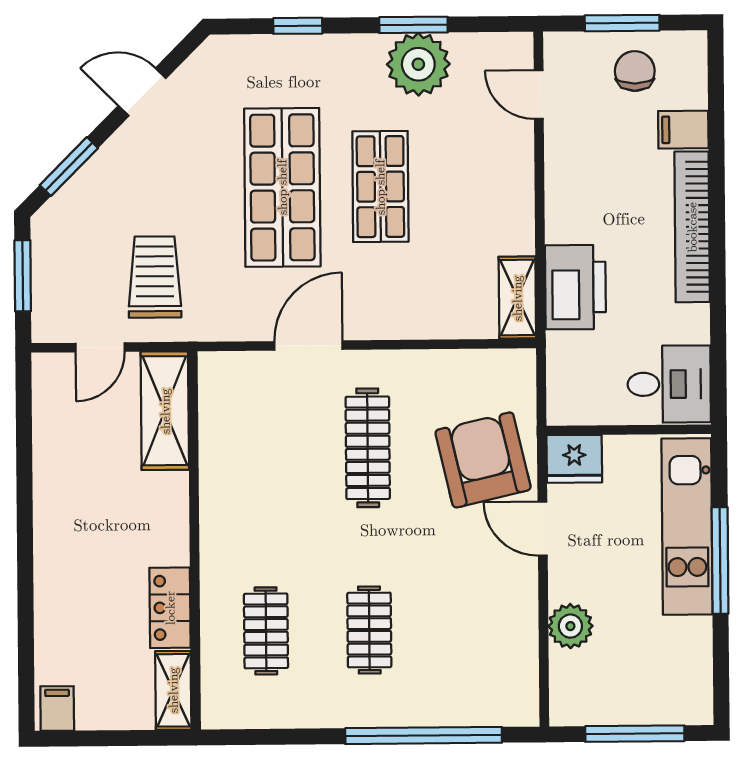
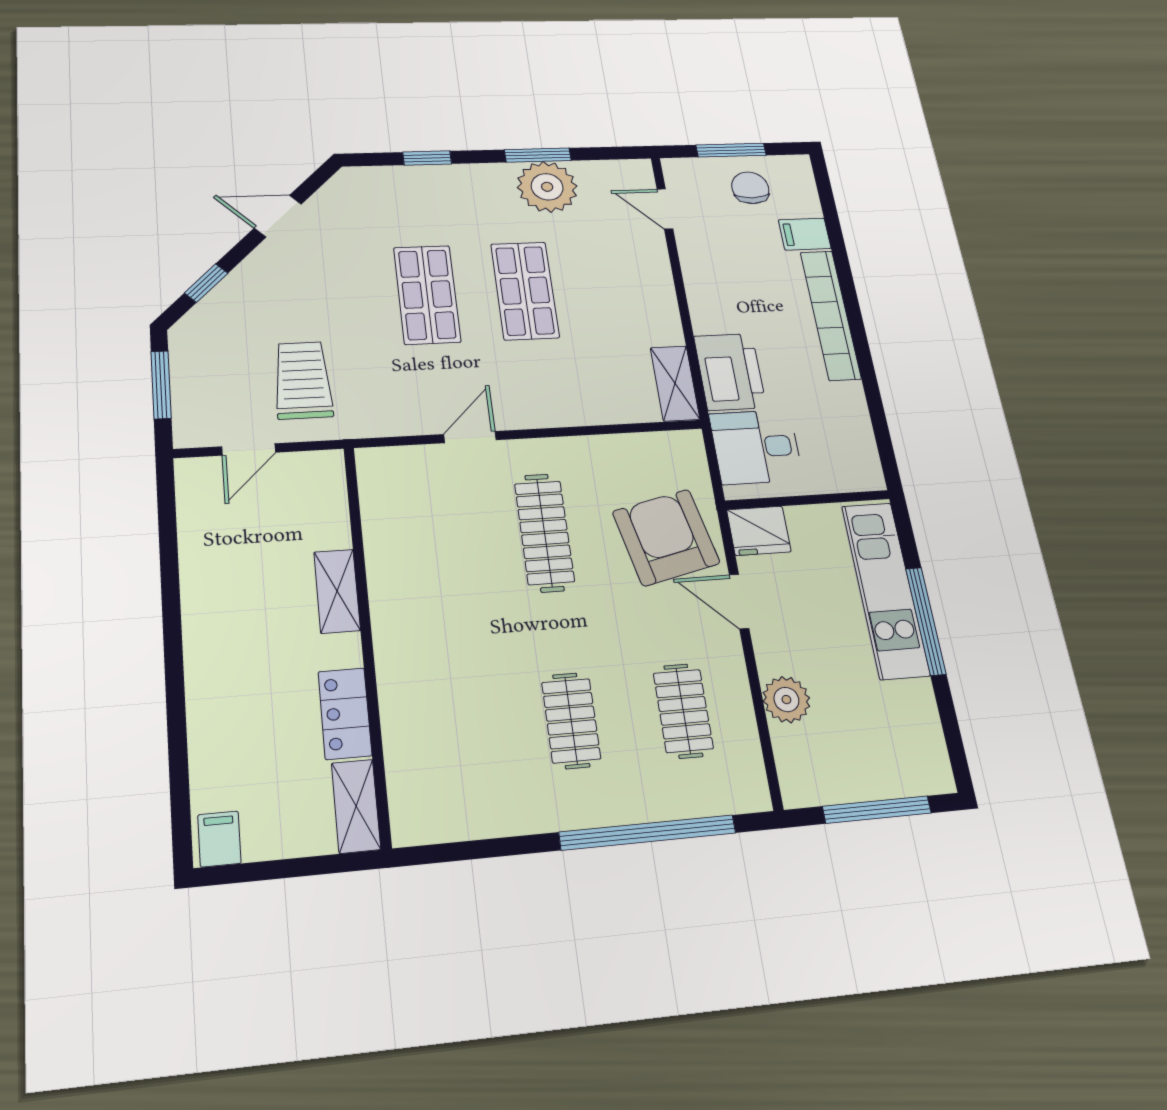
window: (69, 167) -> (206, 283), width x0.67
shop shelf: (282, 187) -> (427, 295), width x0.70, depth x0.74
door: (308, 346) -> (470, 437), width x0.73
desk: (669, 384) -> (756, 447), moved, turned 180
shelving: (165, 411) -> (337, 591), moved, width x0.67, depth x0.75
clothes rail: (266, 631) -> (683, 711), moved

